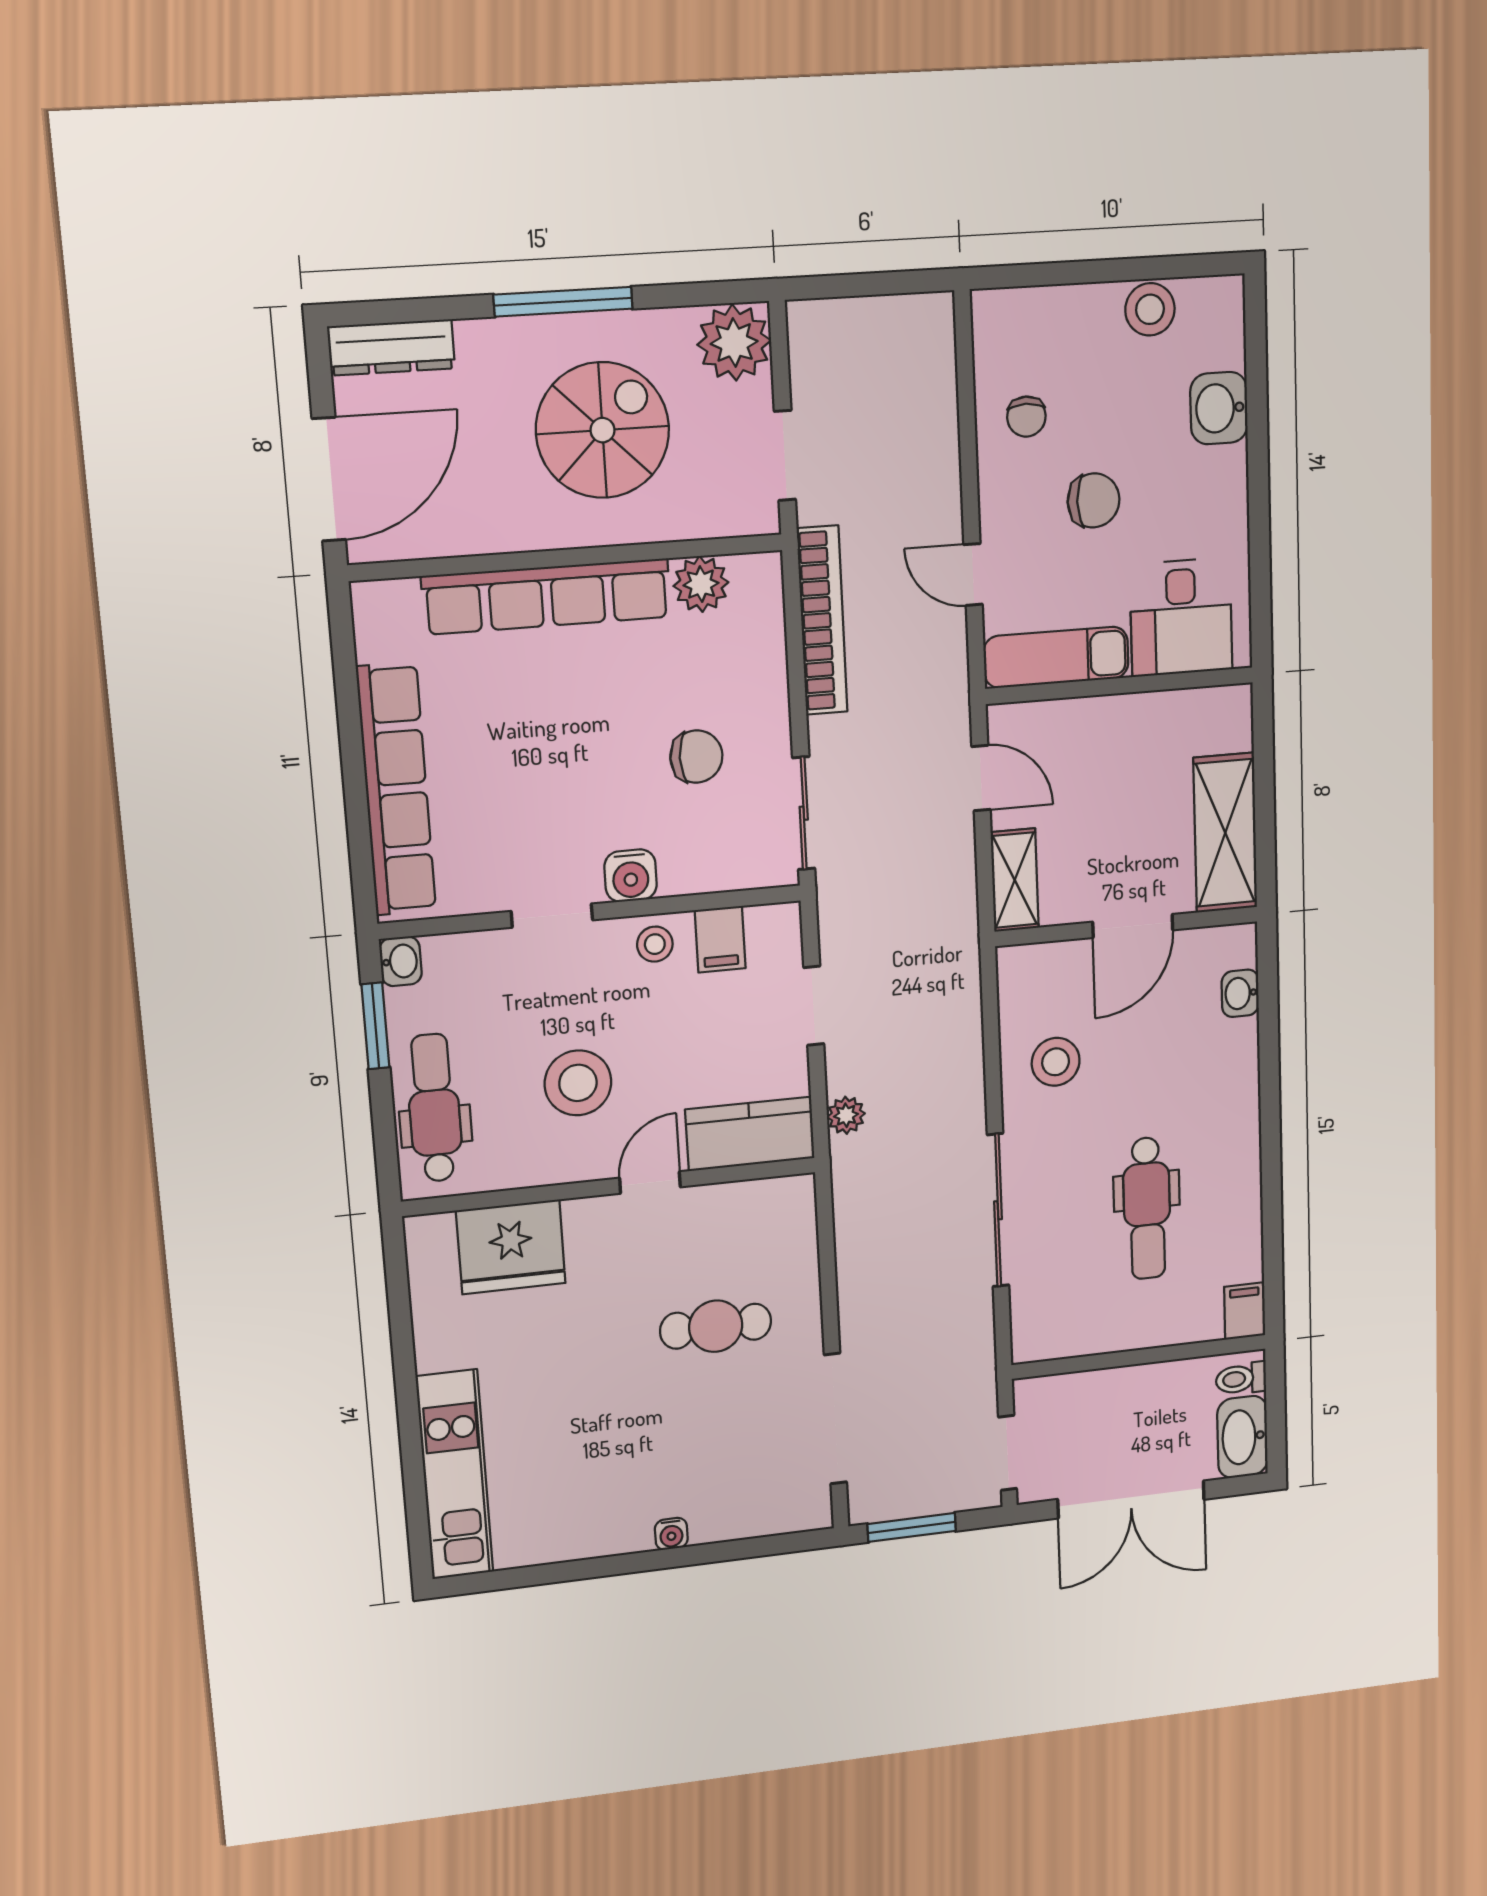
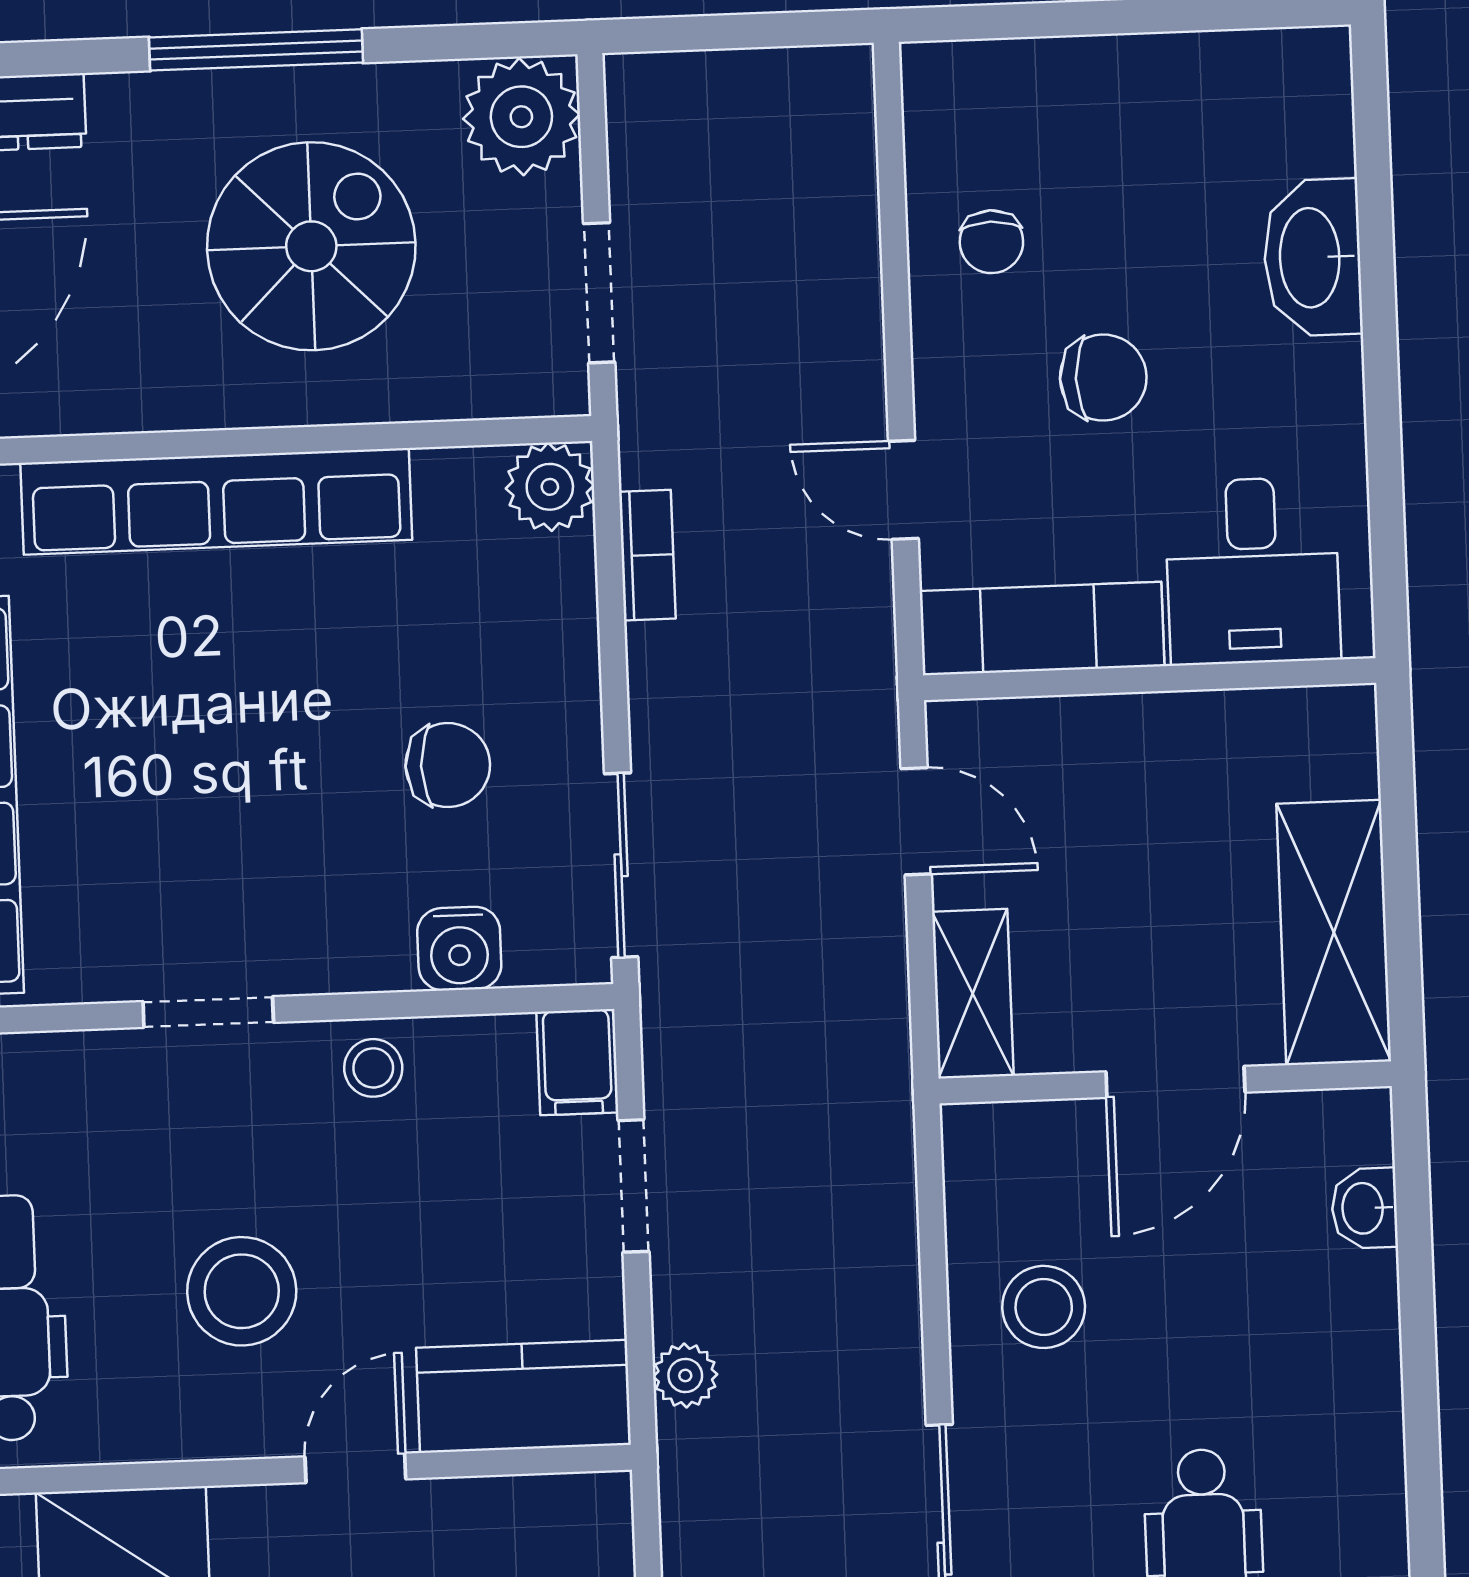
stool: (1150, 309) -> (1194, 78), removed
washbasin: (1219, 408) -> (1313, 258), width x1.38
plant: (701, 584) -> (550, 487), moved
bookcase: (822, 620) -> (647, 555), width x0.43, depth x0.76
water cooler: (631, 876) -> (459, 949), moved
filing cabinet: (720, 939) -> (577, 1062), moved

